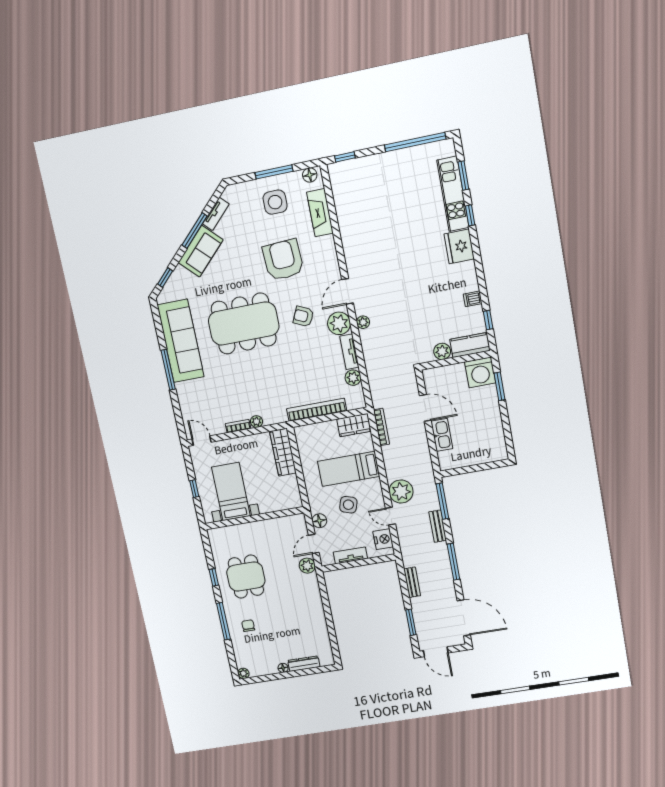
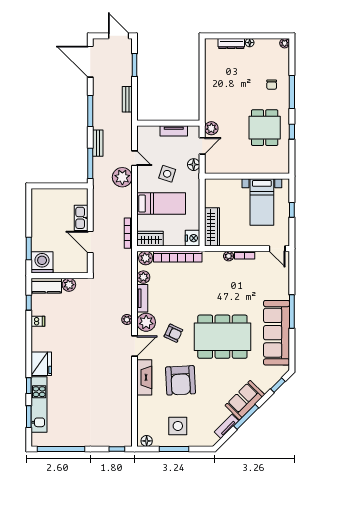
fireplace: (320, 213) -> (144, 377), moved
plant: (355, 401) -> (146, 258), added
nightstand: (383, 539) -> (192, 238), moved, turned 180

